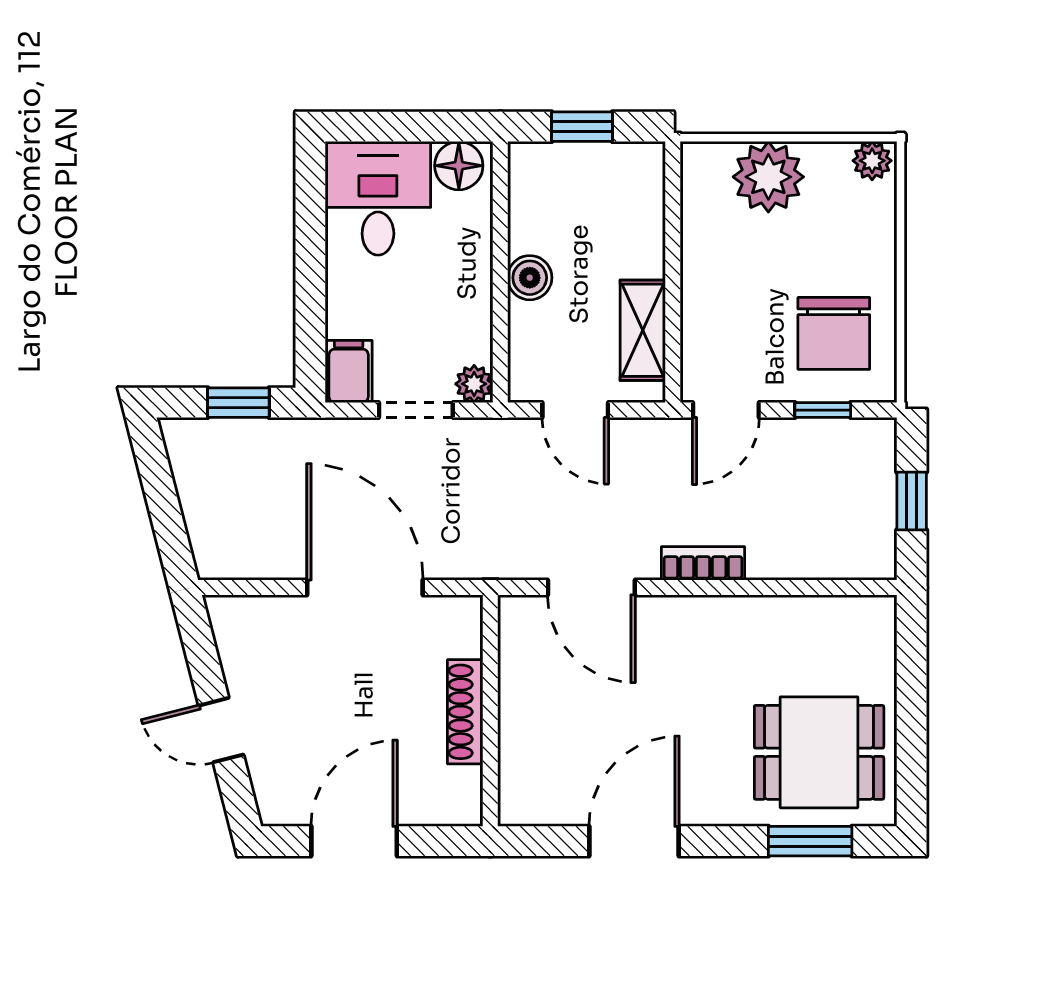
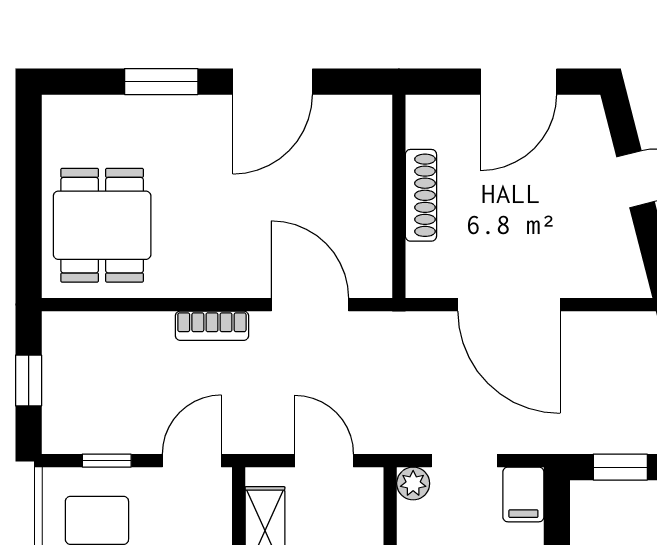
dining table: (819, 752) -> (102, 225), moved, turned 90
window: (810, 841) -> (161, 82), moved

